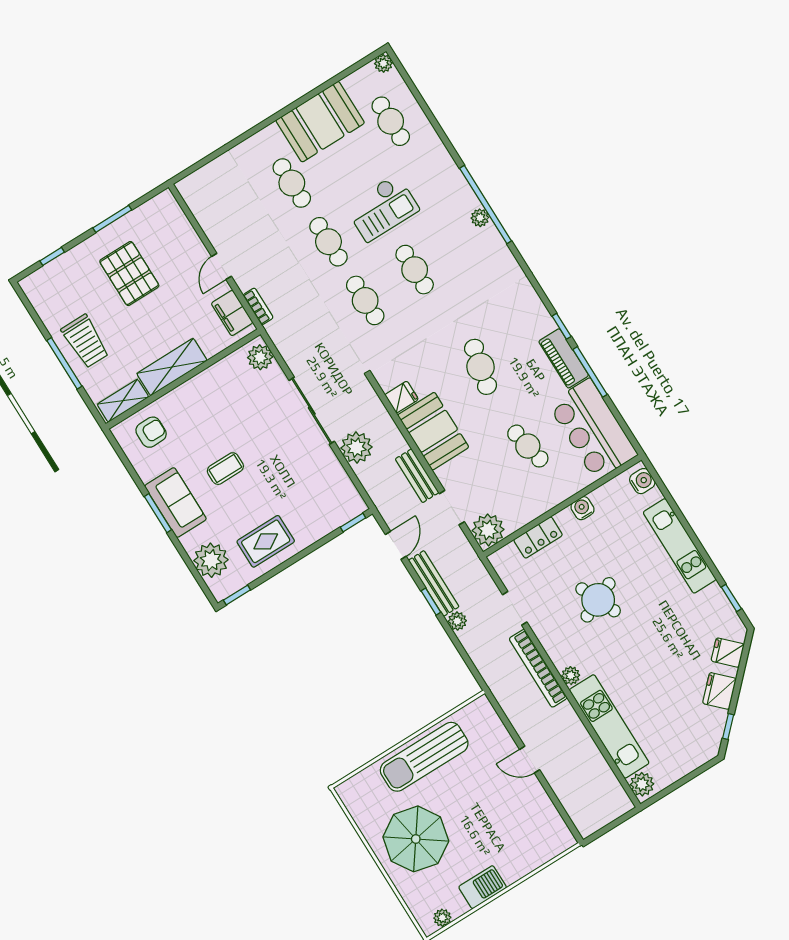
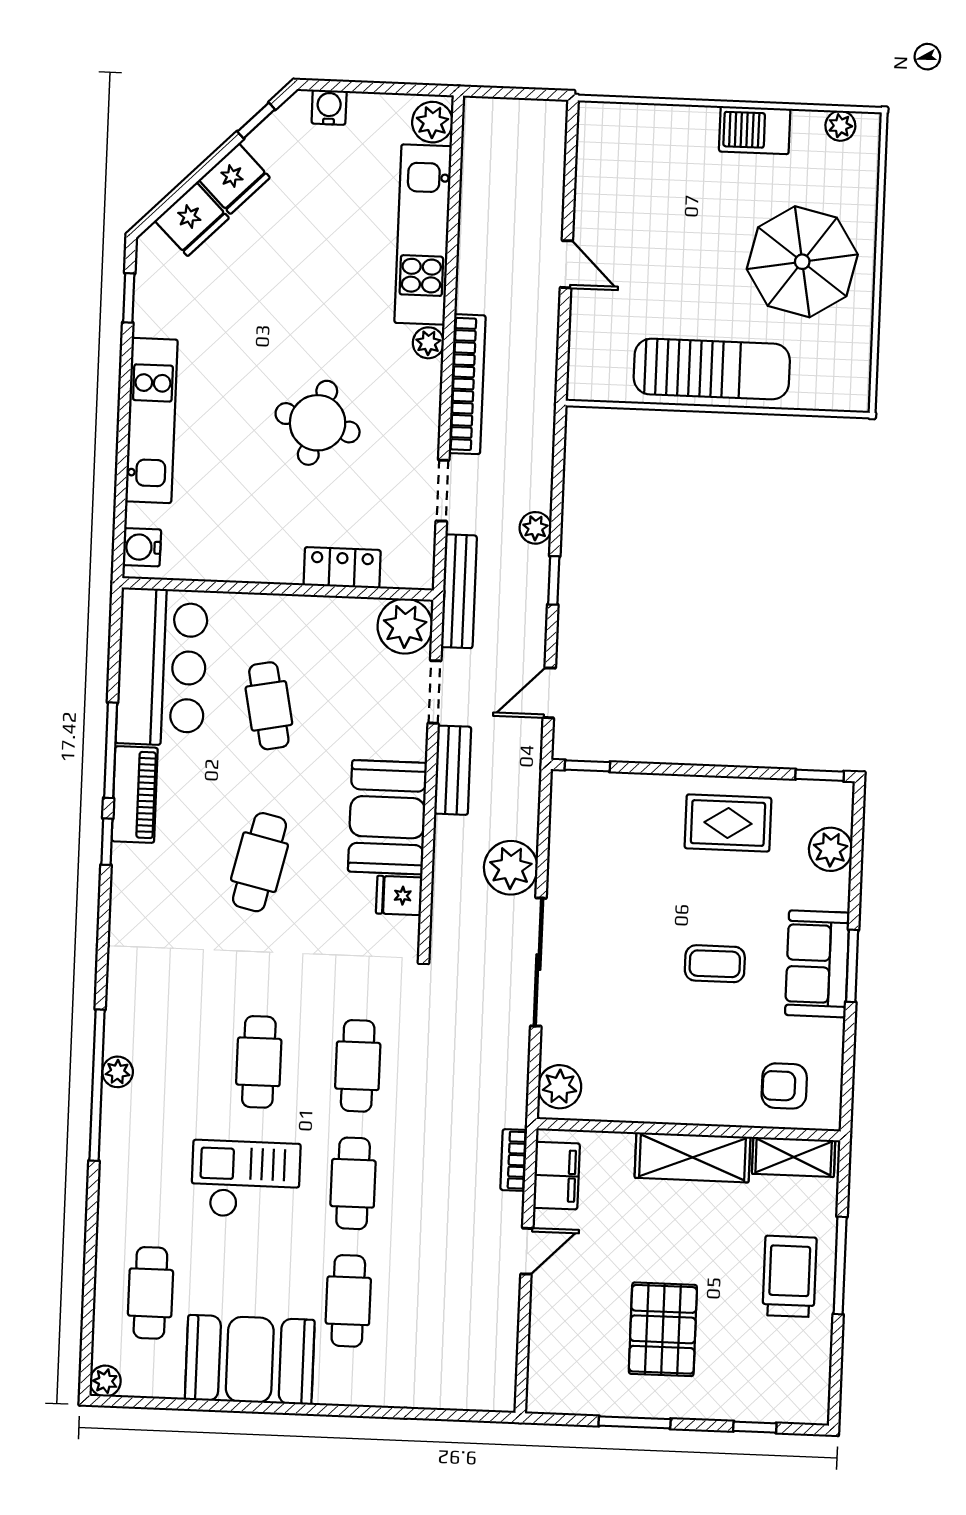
water cooler: (583, 508) -> (329, 107), moved, turned 180
plant: (211, 560) -> (831, 849), width x0.73, depth x0.73
bench: (434, 583) -> (459, 591), moved
round table: (598, 600) -> (318, 423), turned 38
fridge: (728, 653) -> (192, 219), width x1.38

